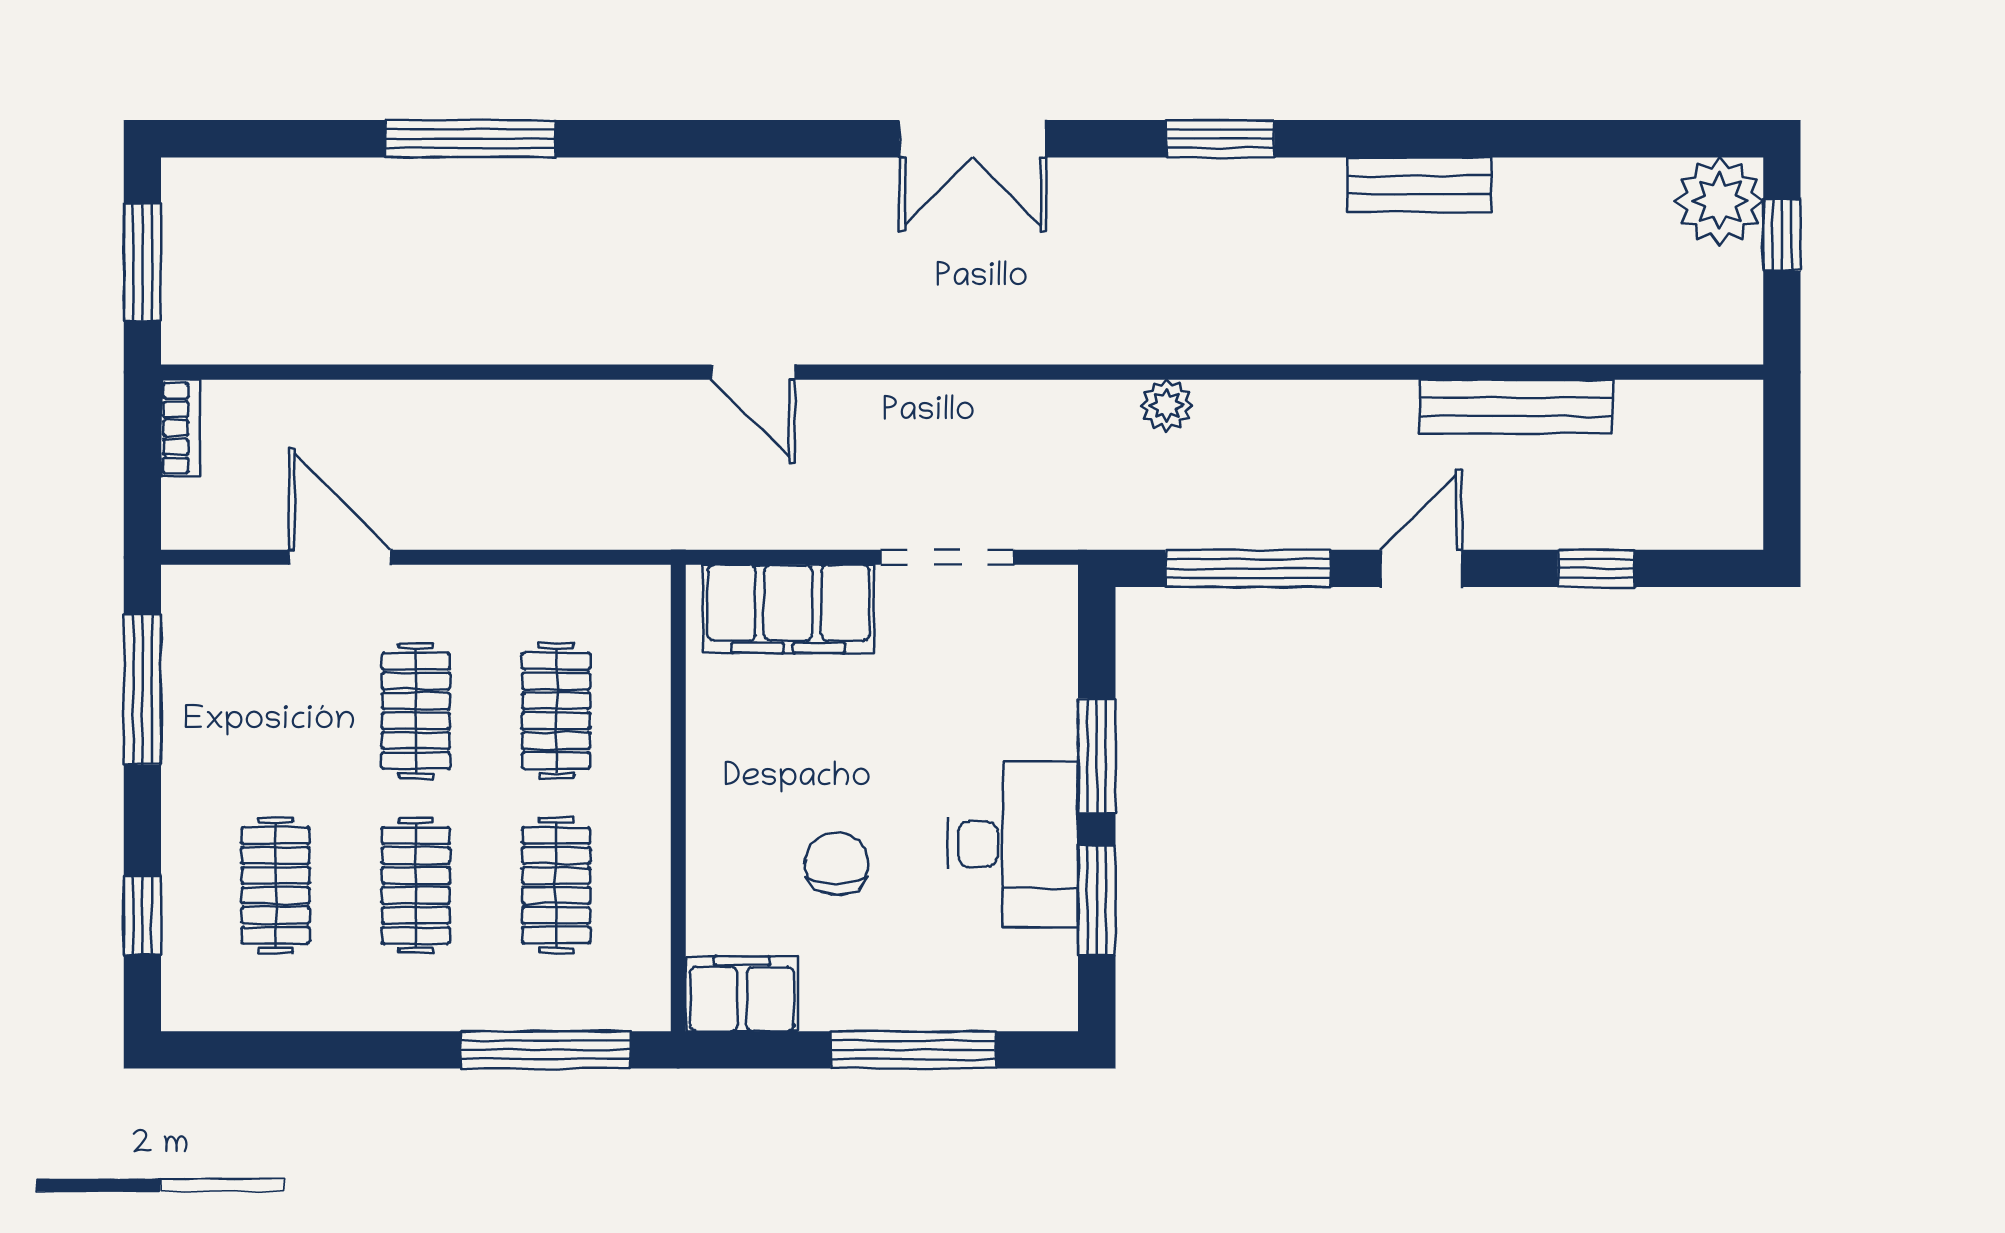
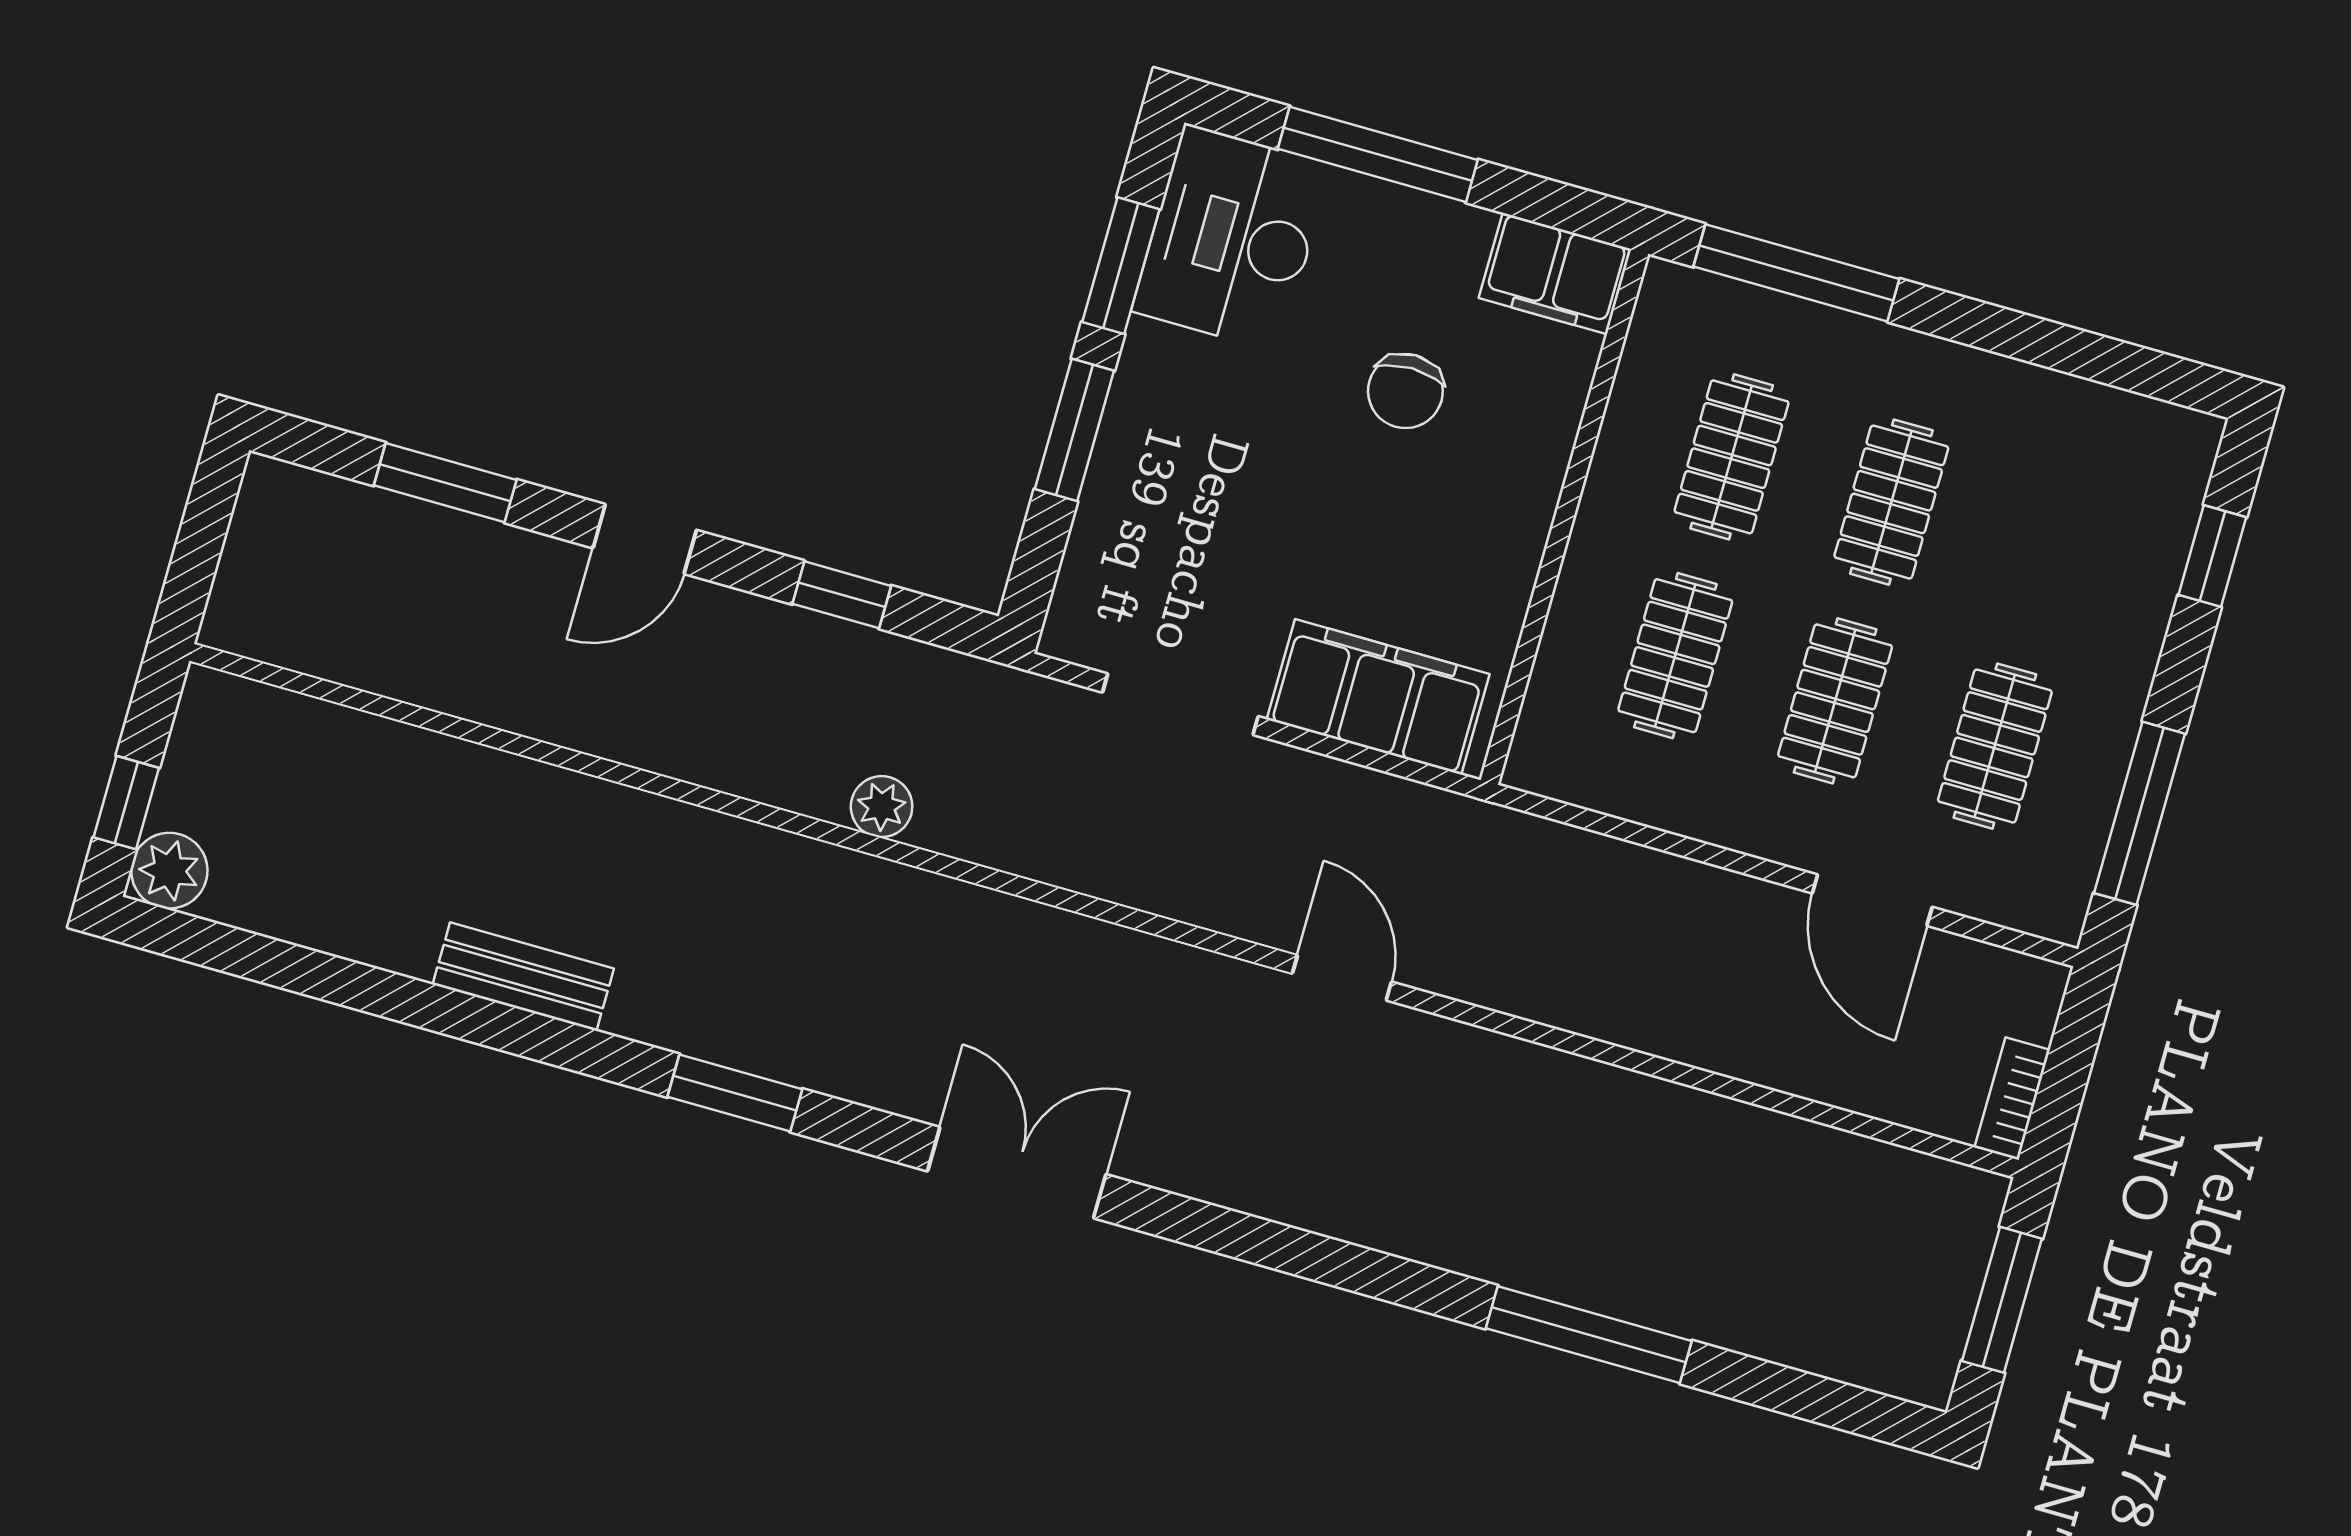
plant: (1720, 201) -> (169, 871), width x0.73, depth x0.73
bench: (1516, 407) -> (484, 693), removed
window: (1248, 568) -> (842, 595), width x0.46
window: (1596, 568) -> (445, 483), width x1.50
desk: (1013, 844) -> (1232, 238), moved
clothes rail: (275, 885) -> (1995, 746), moved

